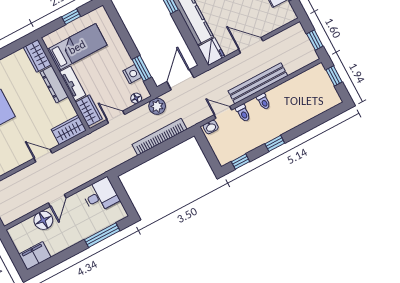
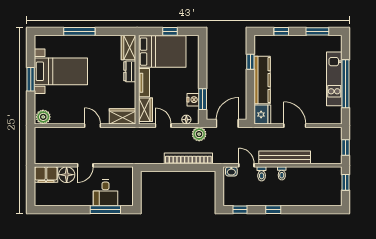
bed: (77, 47) -> (162, 52), width x1.50
dresser: (54, 84) -> (130, 71), width x0.70
desk: (100, 195) -> (105, 193), moved, turned 90
filing cabinet: (35, 256) -> (46, 175), moved, turned 180

